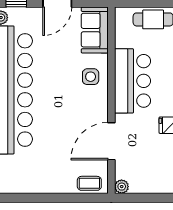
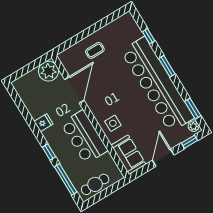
coffee table: (89, 183) -> (95, 50), moved
plant: (122, 187) -> (48, 71), width x1.88, depth x1.88

